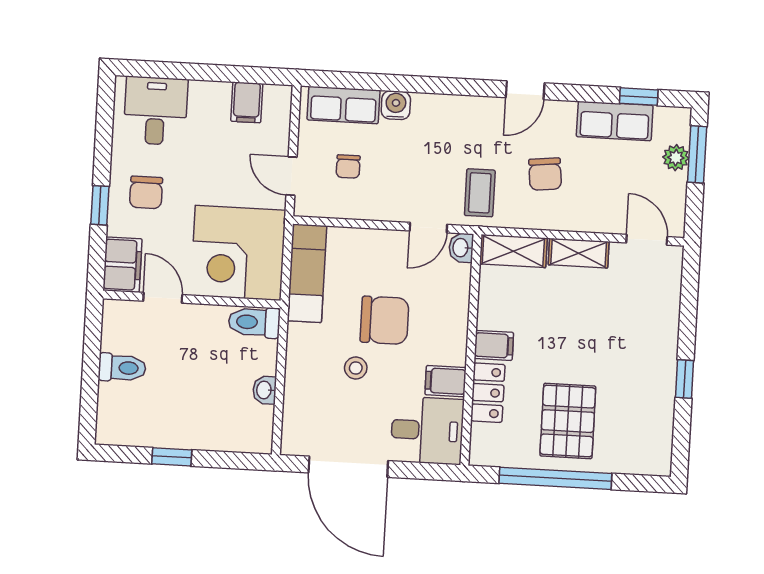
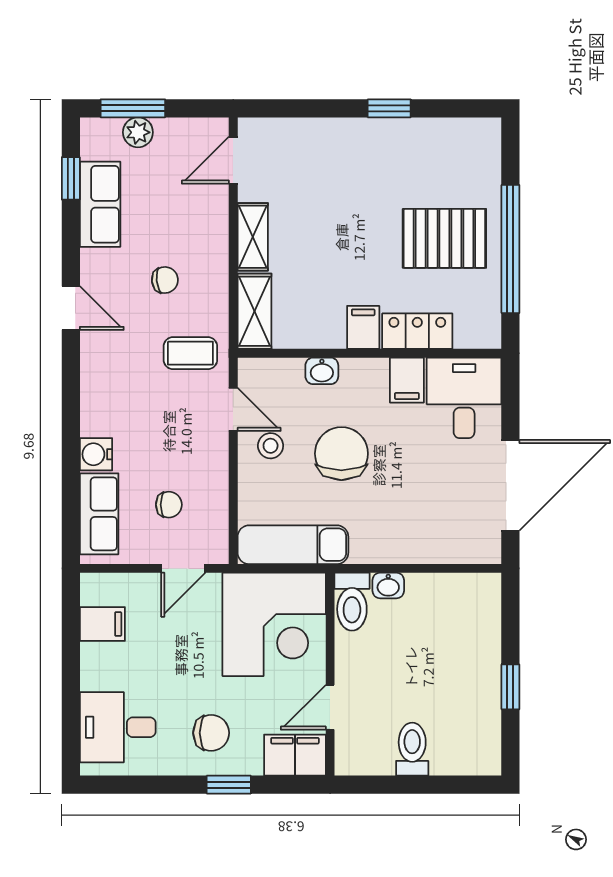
chair: (545, 174) -> (165, 280), width x0.73, depth x0.73
washbasin: (461, 248) -> (322, 371), moved
stool: (356, 368) -> (271, 446), moved
washbasin: (265, 390) -> (388, 585), moved

